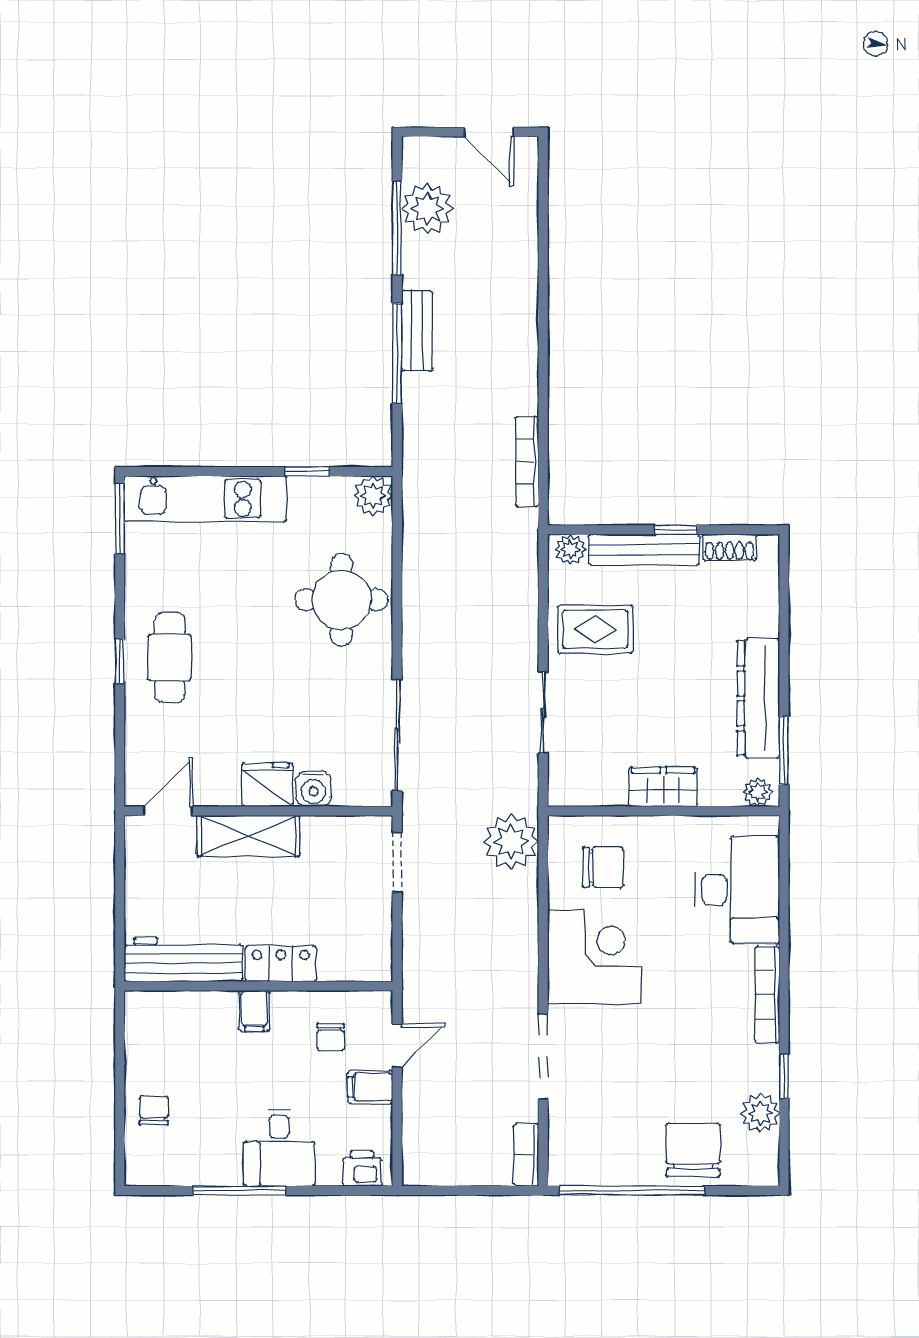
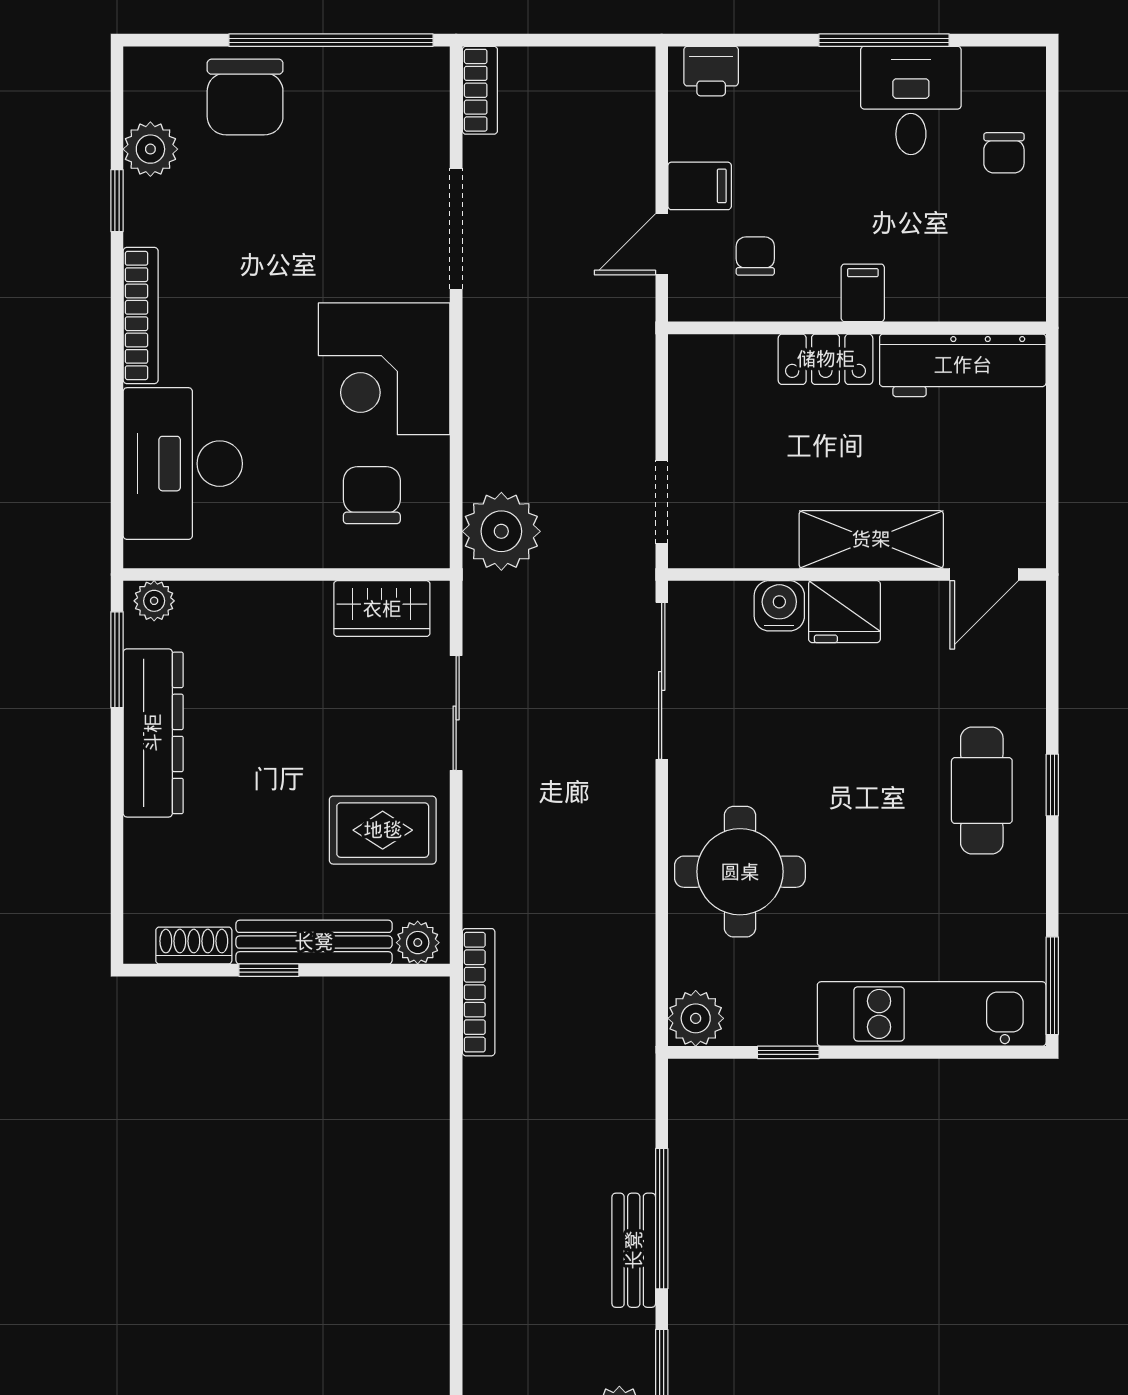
bookcase: (527, 462) -> (479, 992), moved
wardrobe: (663, 787) -> (382, 609), moved
chair: (603, 867) -> (372, 495), turned 90
desk: (279, 1148) -> (911, 100), moved

